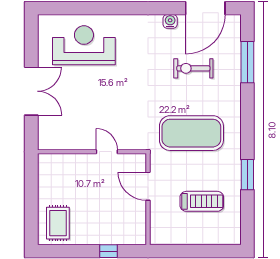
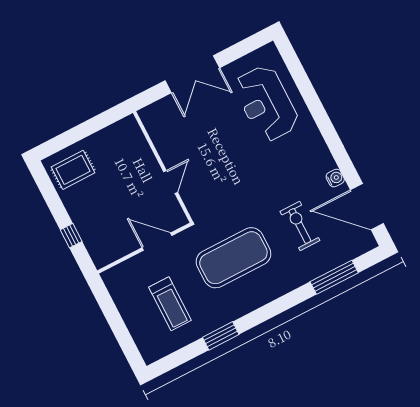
reception desk: (84, 45) -> (266, 103), turned 180
exercise mat: (191, 133) -> (233, 258), turned 90
door: (148, 186) -> (157, 242), hinge flipped

